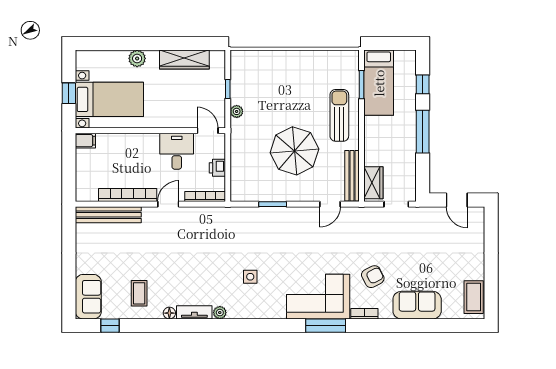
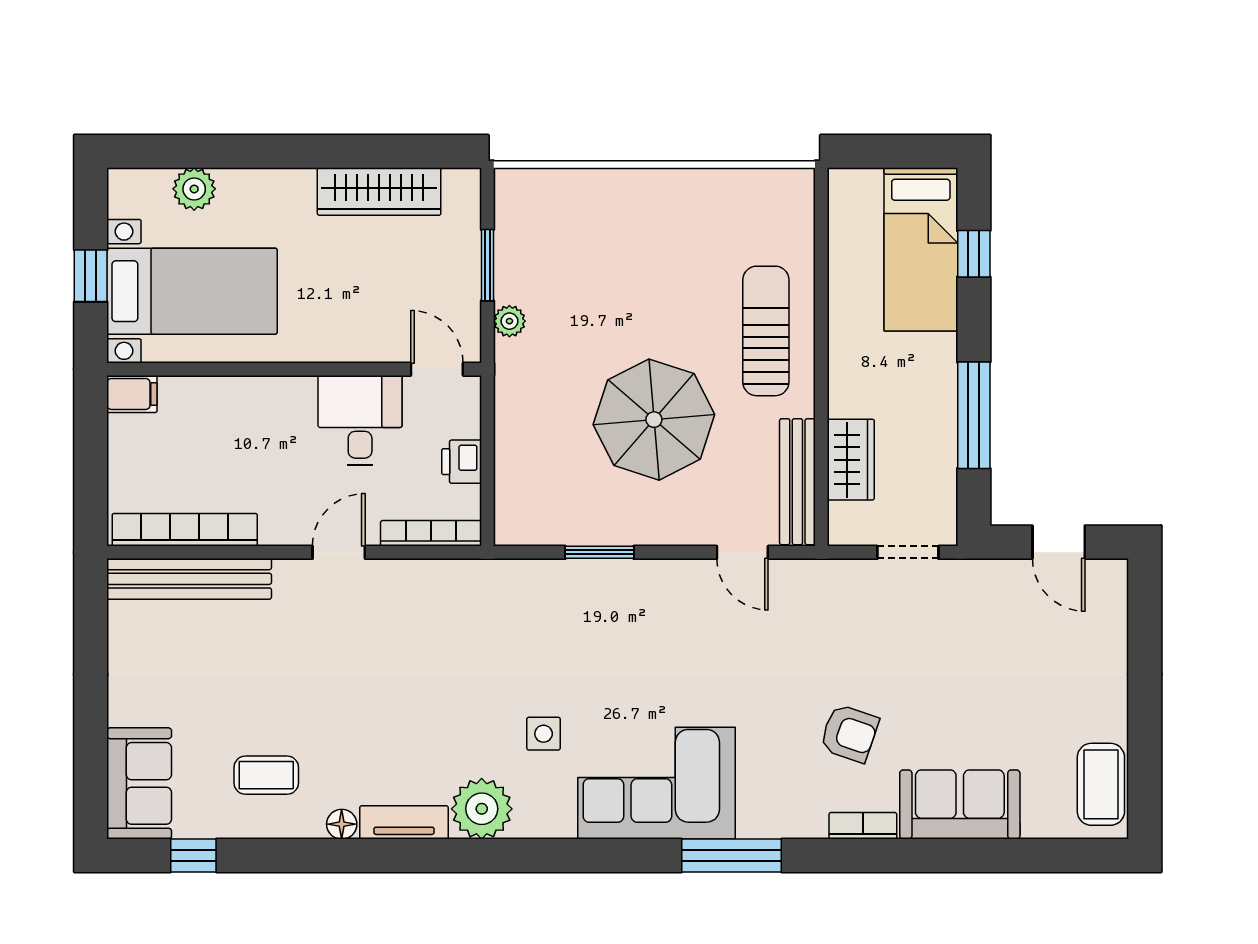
plant: (137, 58) -> (194, 189), moved
bed: (379, 83) -> (921, 249), moved
window: (362, 85) -> (821, 254), removed
window: (228, 89) -> (487, 265), width x1.50
window: (423, 132) -> (974, 415), moved
wardrobe: (373, 183) -> (851, 460), moved
bookcase: (128, 195) -> (185, 530), moved
door: (330, 204) -> (742, 552), hinge flipped
armchair: (373, 277) -> (849, 733), turned 46
coffee table: (139, 293) -> (266, 775), turned 90
corner sofa: (318, 297) -> (656, 783), moved
plant: (220, 313) -> (482, 809), width x1.88, depth x1.88
bookcase: (364, 314) -> (863, 826), moved

